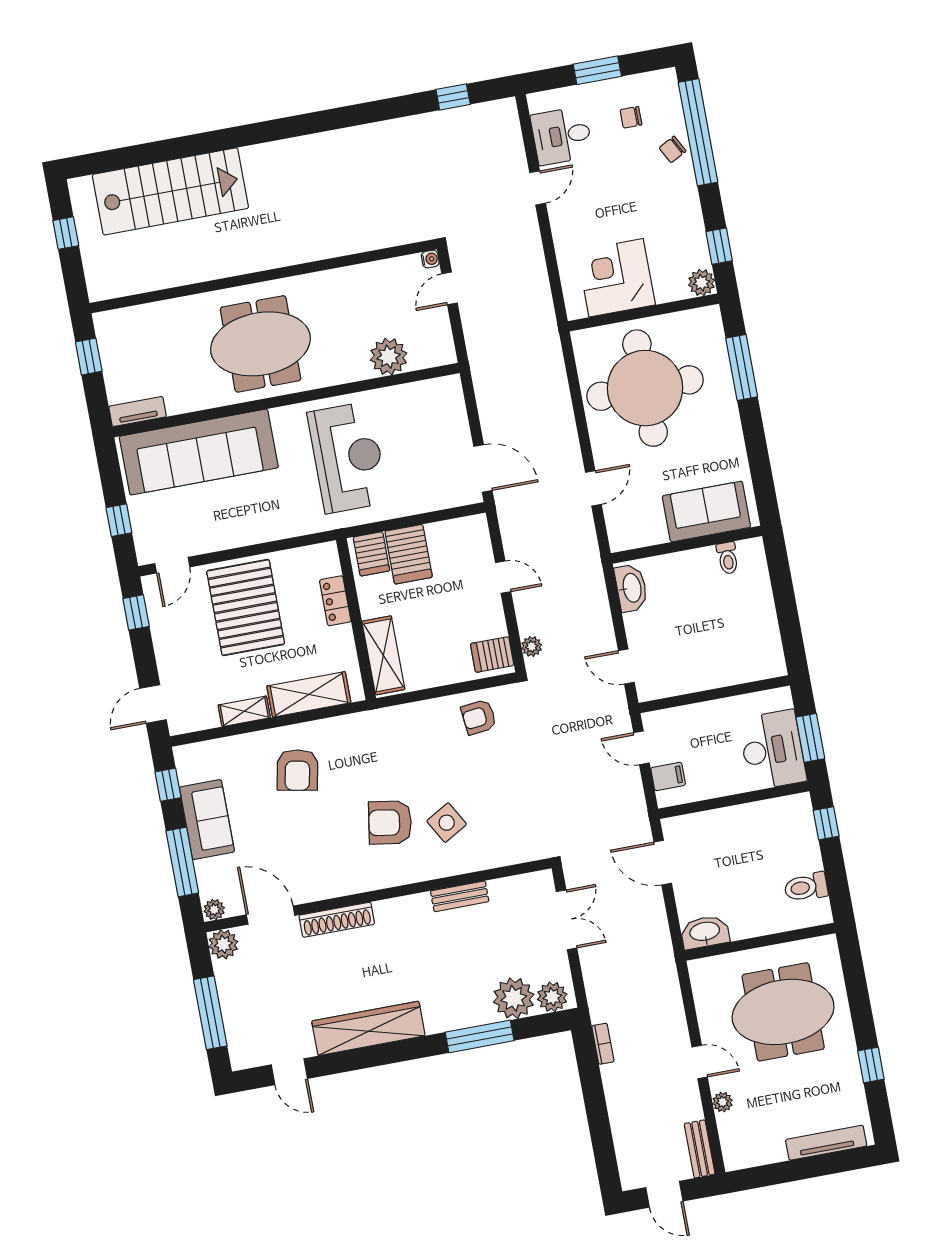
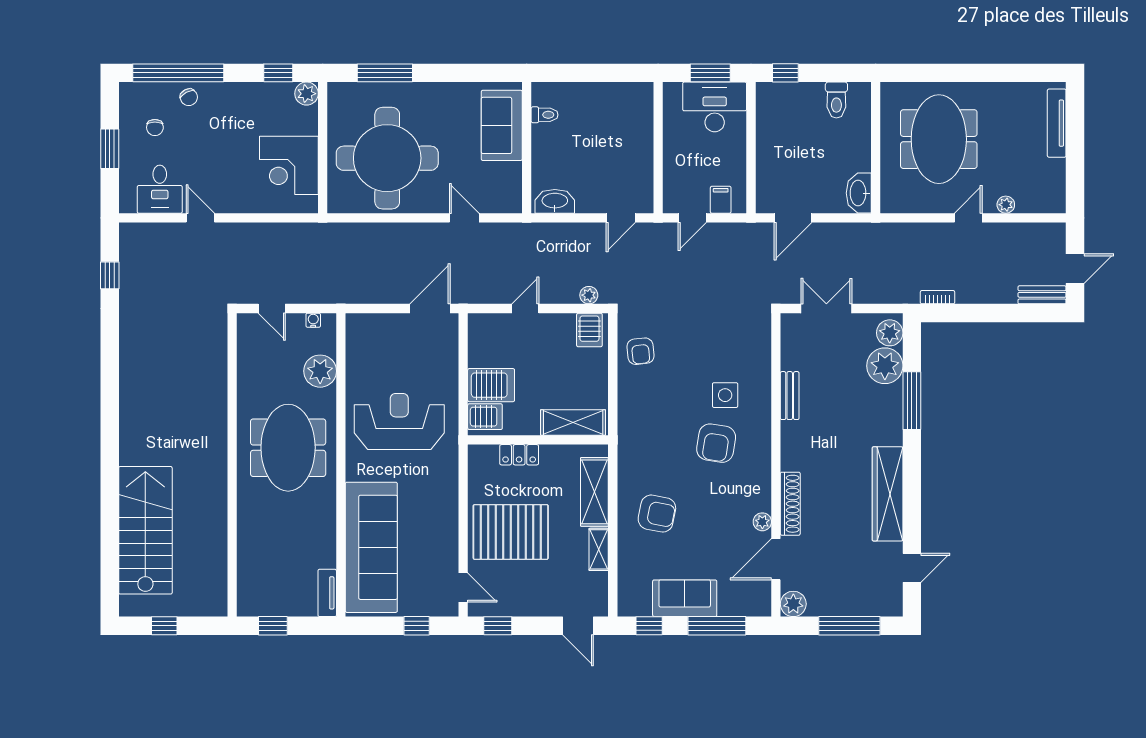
water cooler: (430, 259) -> (313, 320), moved
meeting table: (261, 344) -> (288, 448), moved
side table: (447, 823) -> (725, 395), turned 30
plant: (214, 910) -> (762, 522), moved
window: (871, 1065) -> (998, 73), removed
bench: (700, 1149) -> (1042, 295), moved

